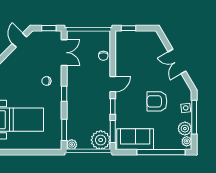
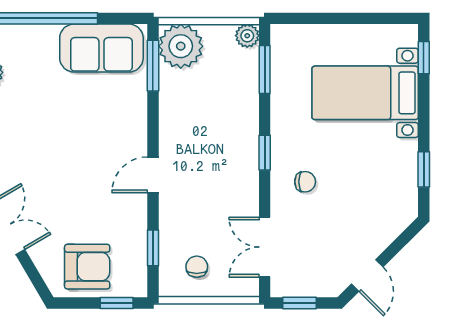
chair: (103, 56) -> (197, 267), moved
armchair: (157, 101) -> (87, 267), moved
window: (113, 106) -> (153, 248), moved

